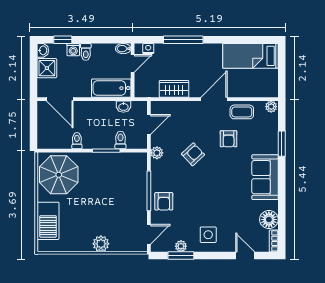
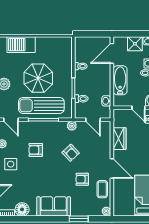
bathtub: (111, 88) -> (120, 80), moved
parasol: (59, 175) -> (38, 78), moved
sun lounger: (130, 194) -> (41, 105), added
armchair: (164, 201) -> (36, 150), moved

